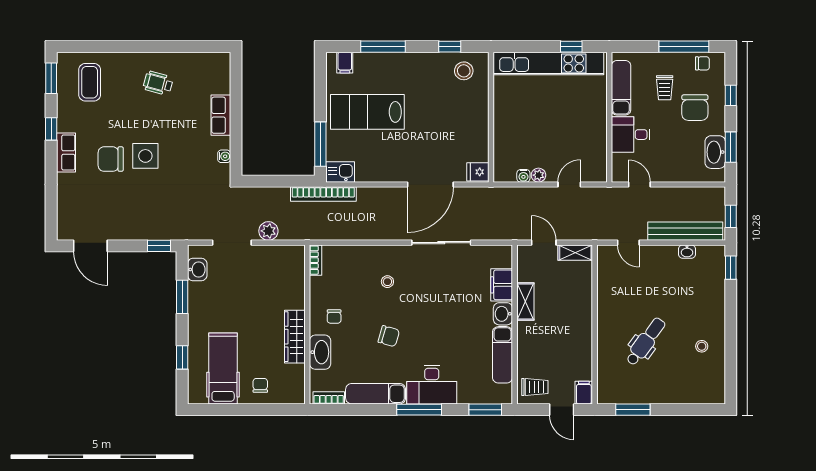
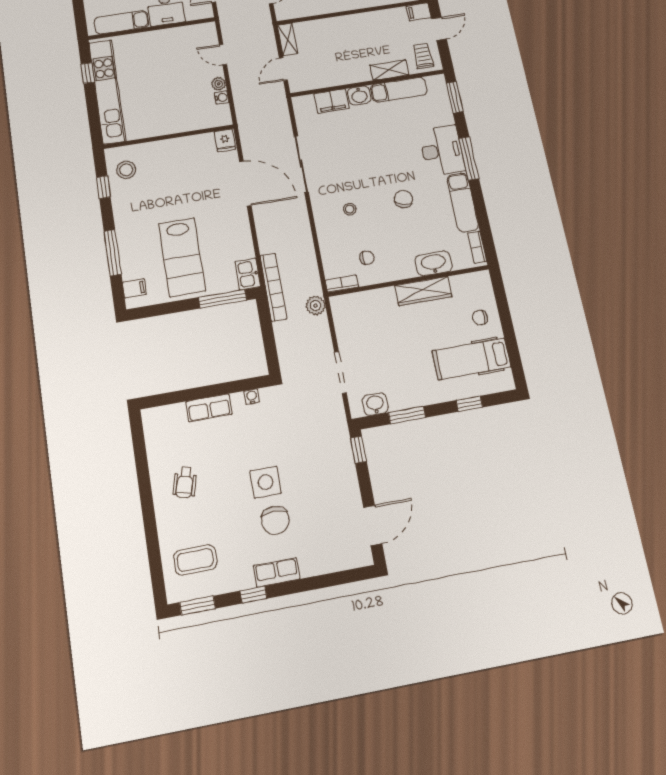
plant: (268, 231) -> (316, 306), moved
shelving: (525, 302) -> (389, 70), moved
chair: (334, 317) -> (367, 258), moved

